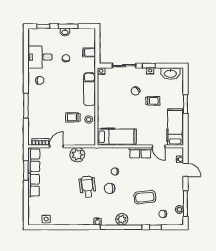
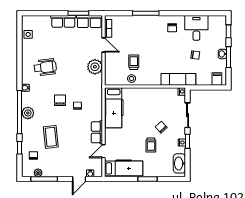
filing cabinet: (89, 52) -> (217, 79), moved
exam couch: (89, 89) -> (178, 79), moved
wheelchair: (87, 187) -> (45, 67), moved

